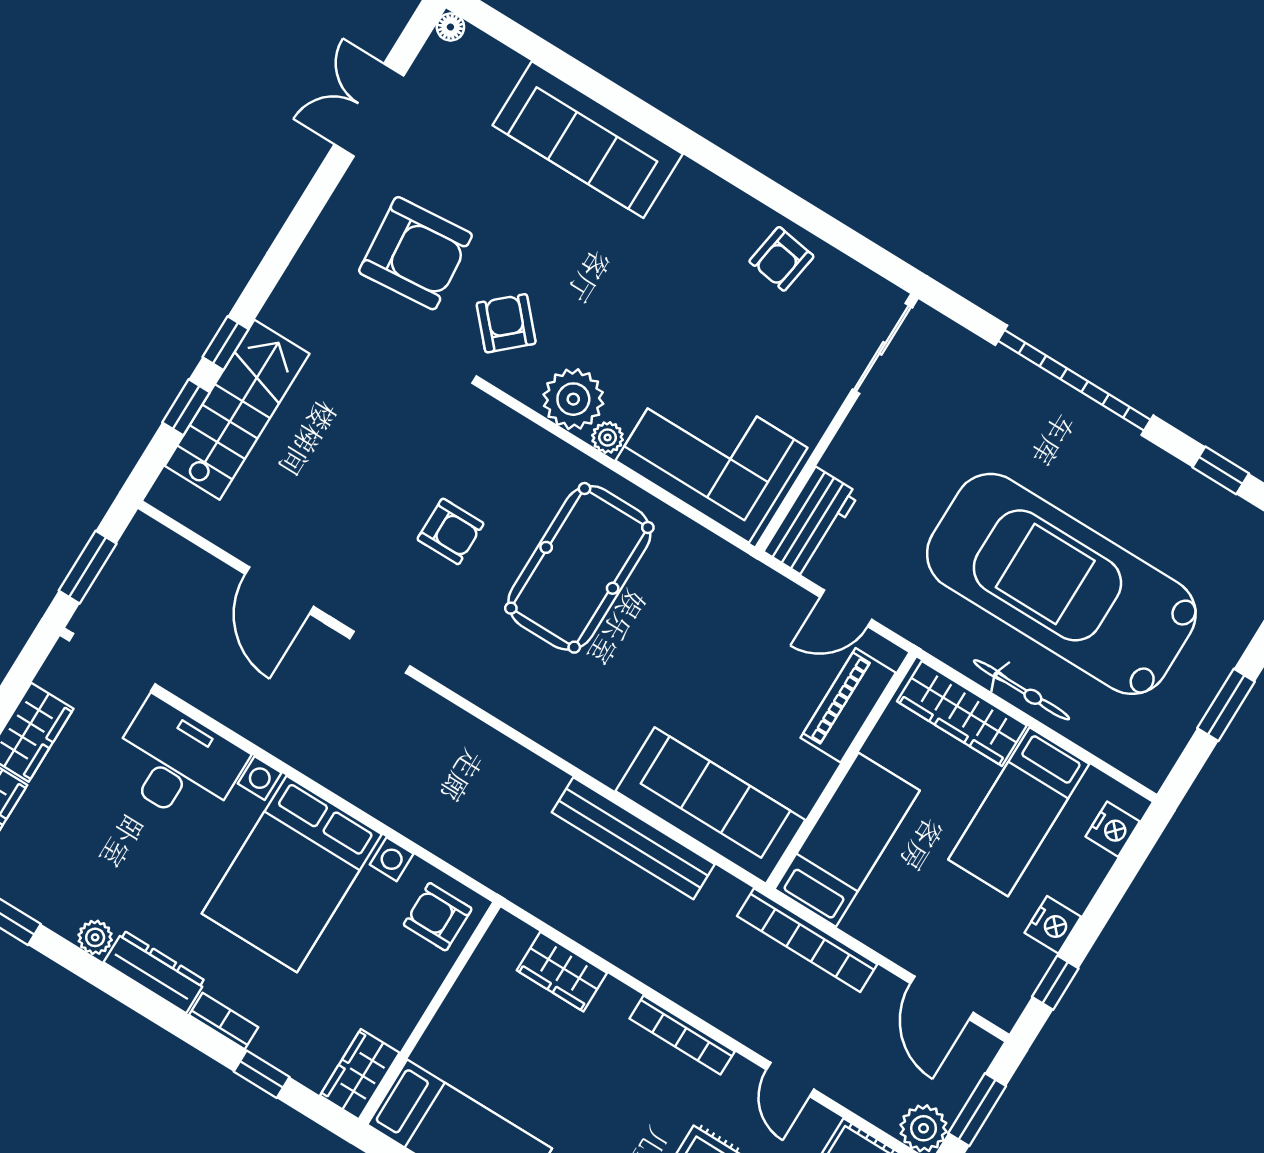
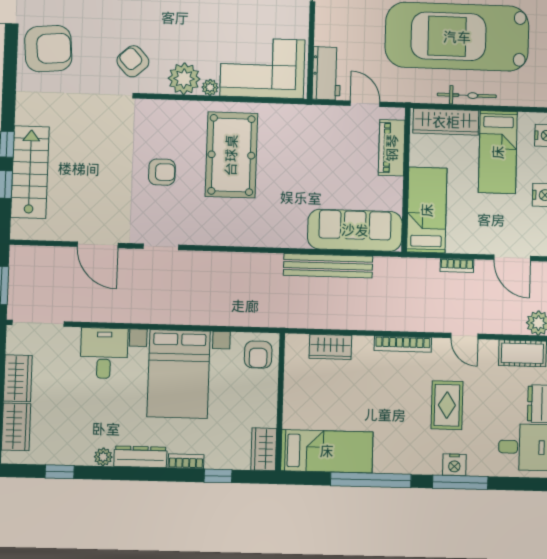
armchair: (415, 253) -> (48, 49), moved
door: (846, 608) -> (365, 104), swing flipped
desk: (177, 763) -> (104, 353), width x0.73
armchair: (438, 917) -> (258, 355), turned -90
bookcase: (807, 940) -> (457, 265), width x0.43, depth x0.76

